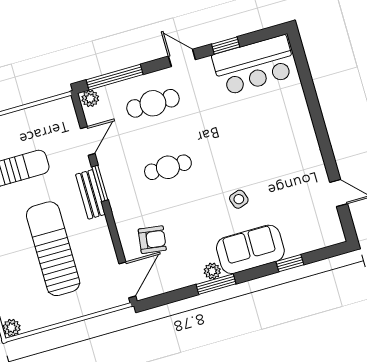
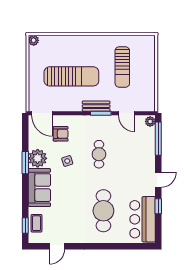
cafe table: (153, 103) -> (103, 211), moved, width x1.37, depth x1.35
side table: (239, 199) -> (67, 161), moved
coffee table: (310, 237) -> (36, 223), added
armchair: (152, 240) -> (61, 134), turned -98
window: (290, 263) -> (25, 225), moved
plant: (212, 271) -> (38, 158), width x1.87, depth x1.87

